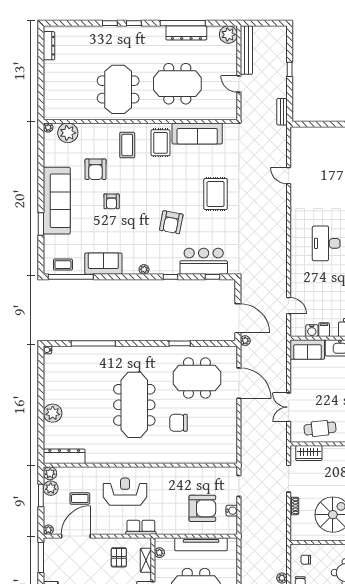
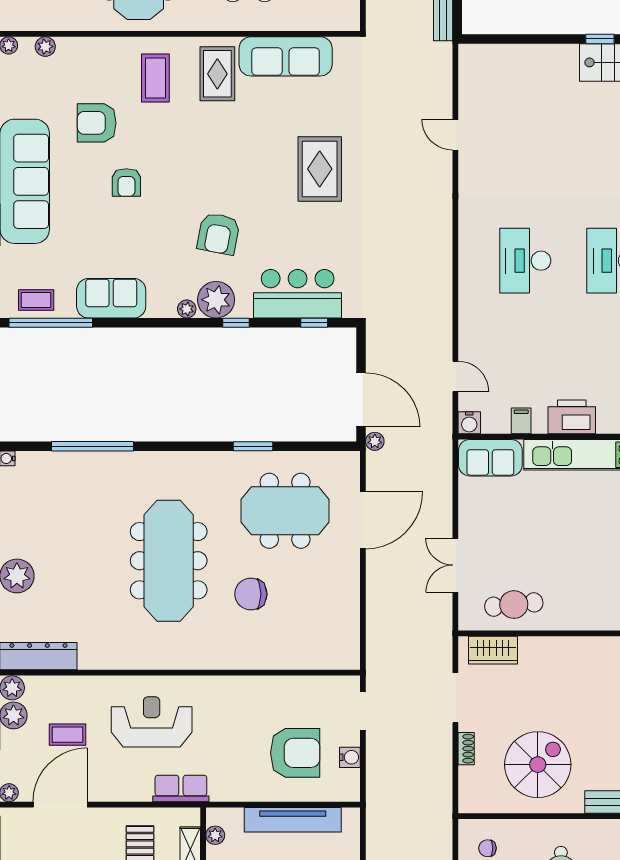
plant: (68, 133) -> (45, 47), width x0.53, depth x0.53
armchair: (96, 169) -> (97, 123), turned 90
armchair: (171, 222) -> (218, 234), moved
plant: (160, 264) -> (216, 300), added
water cooler: (312, 331) -> (469, 423), moved
door: (239, 383) -> (363, 520), hinge flipped

